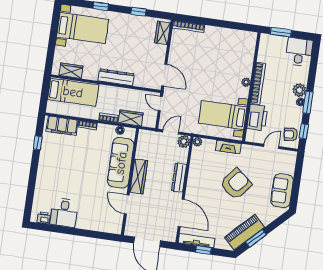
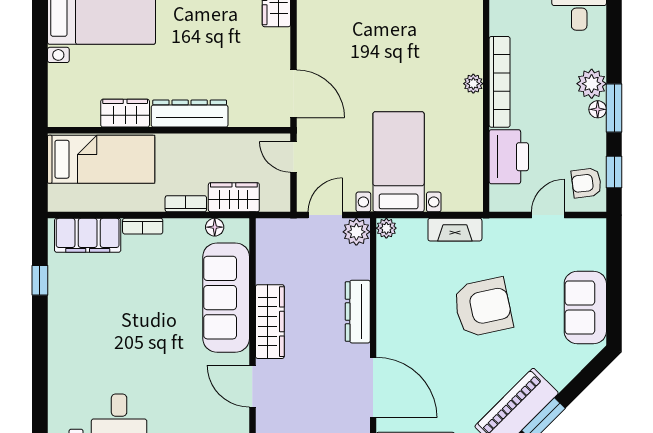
wardrobe: (71, 71) -> (125, 113), moved
bed with nightstands: (223, 115) -> (399, 162), moved, turned 90
armchair: (236, 184) -> (483, 307), turned 39

